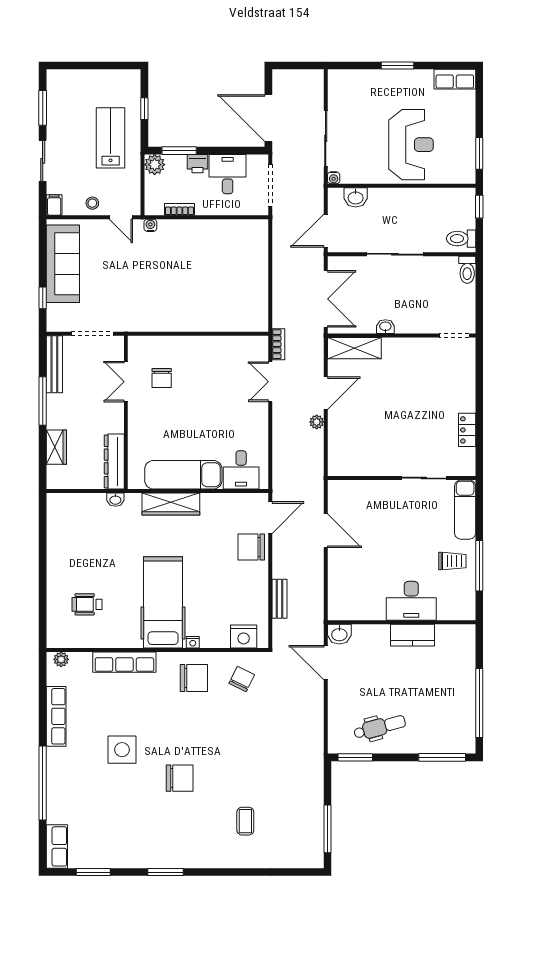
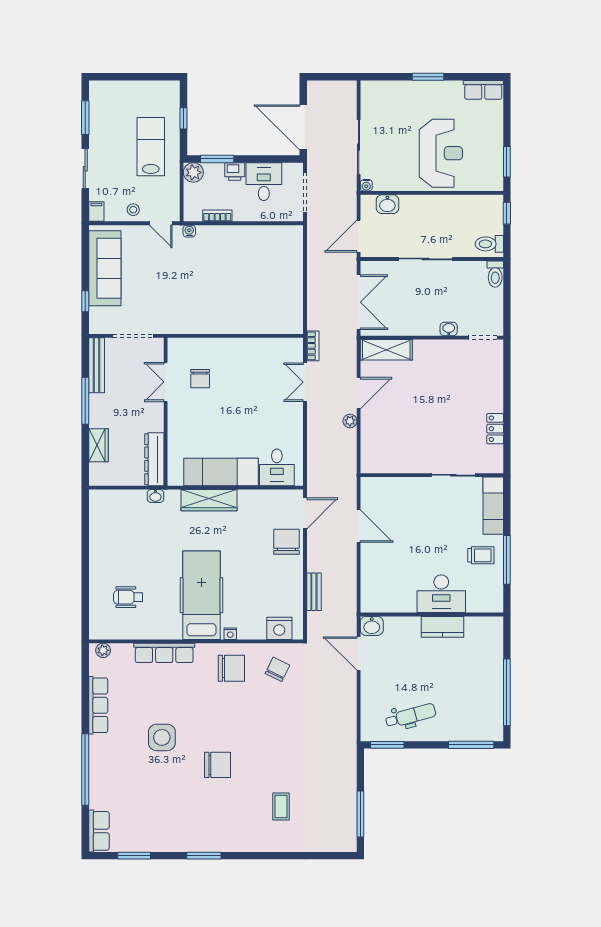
washbasin: (385, 327) -> (449, 329), moved
chair: (251, 547) -> (287, 542), turned 90

